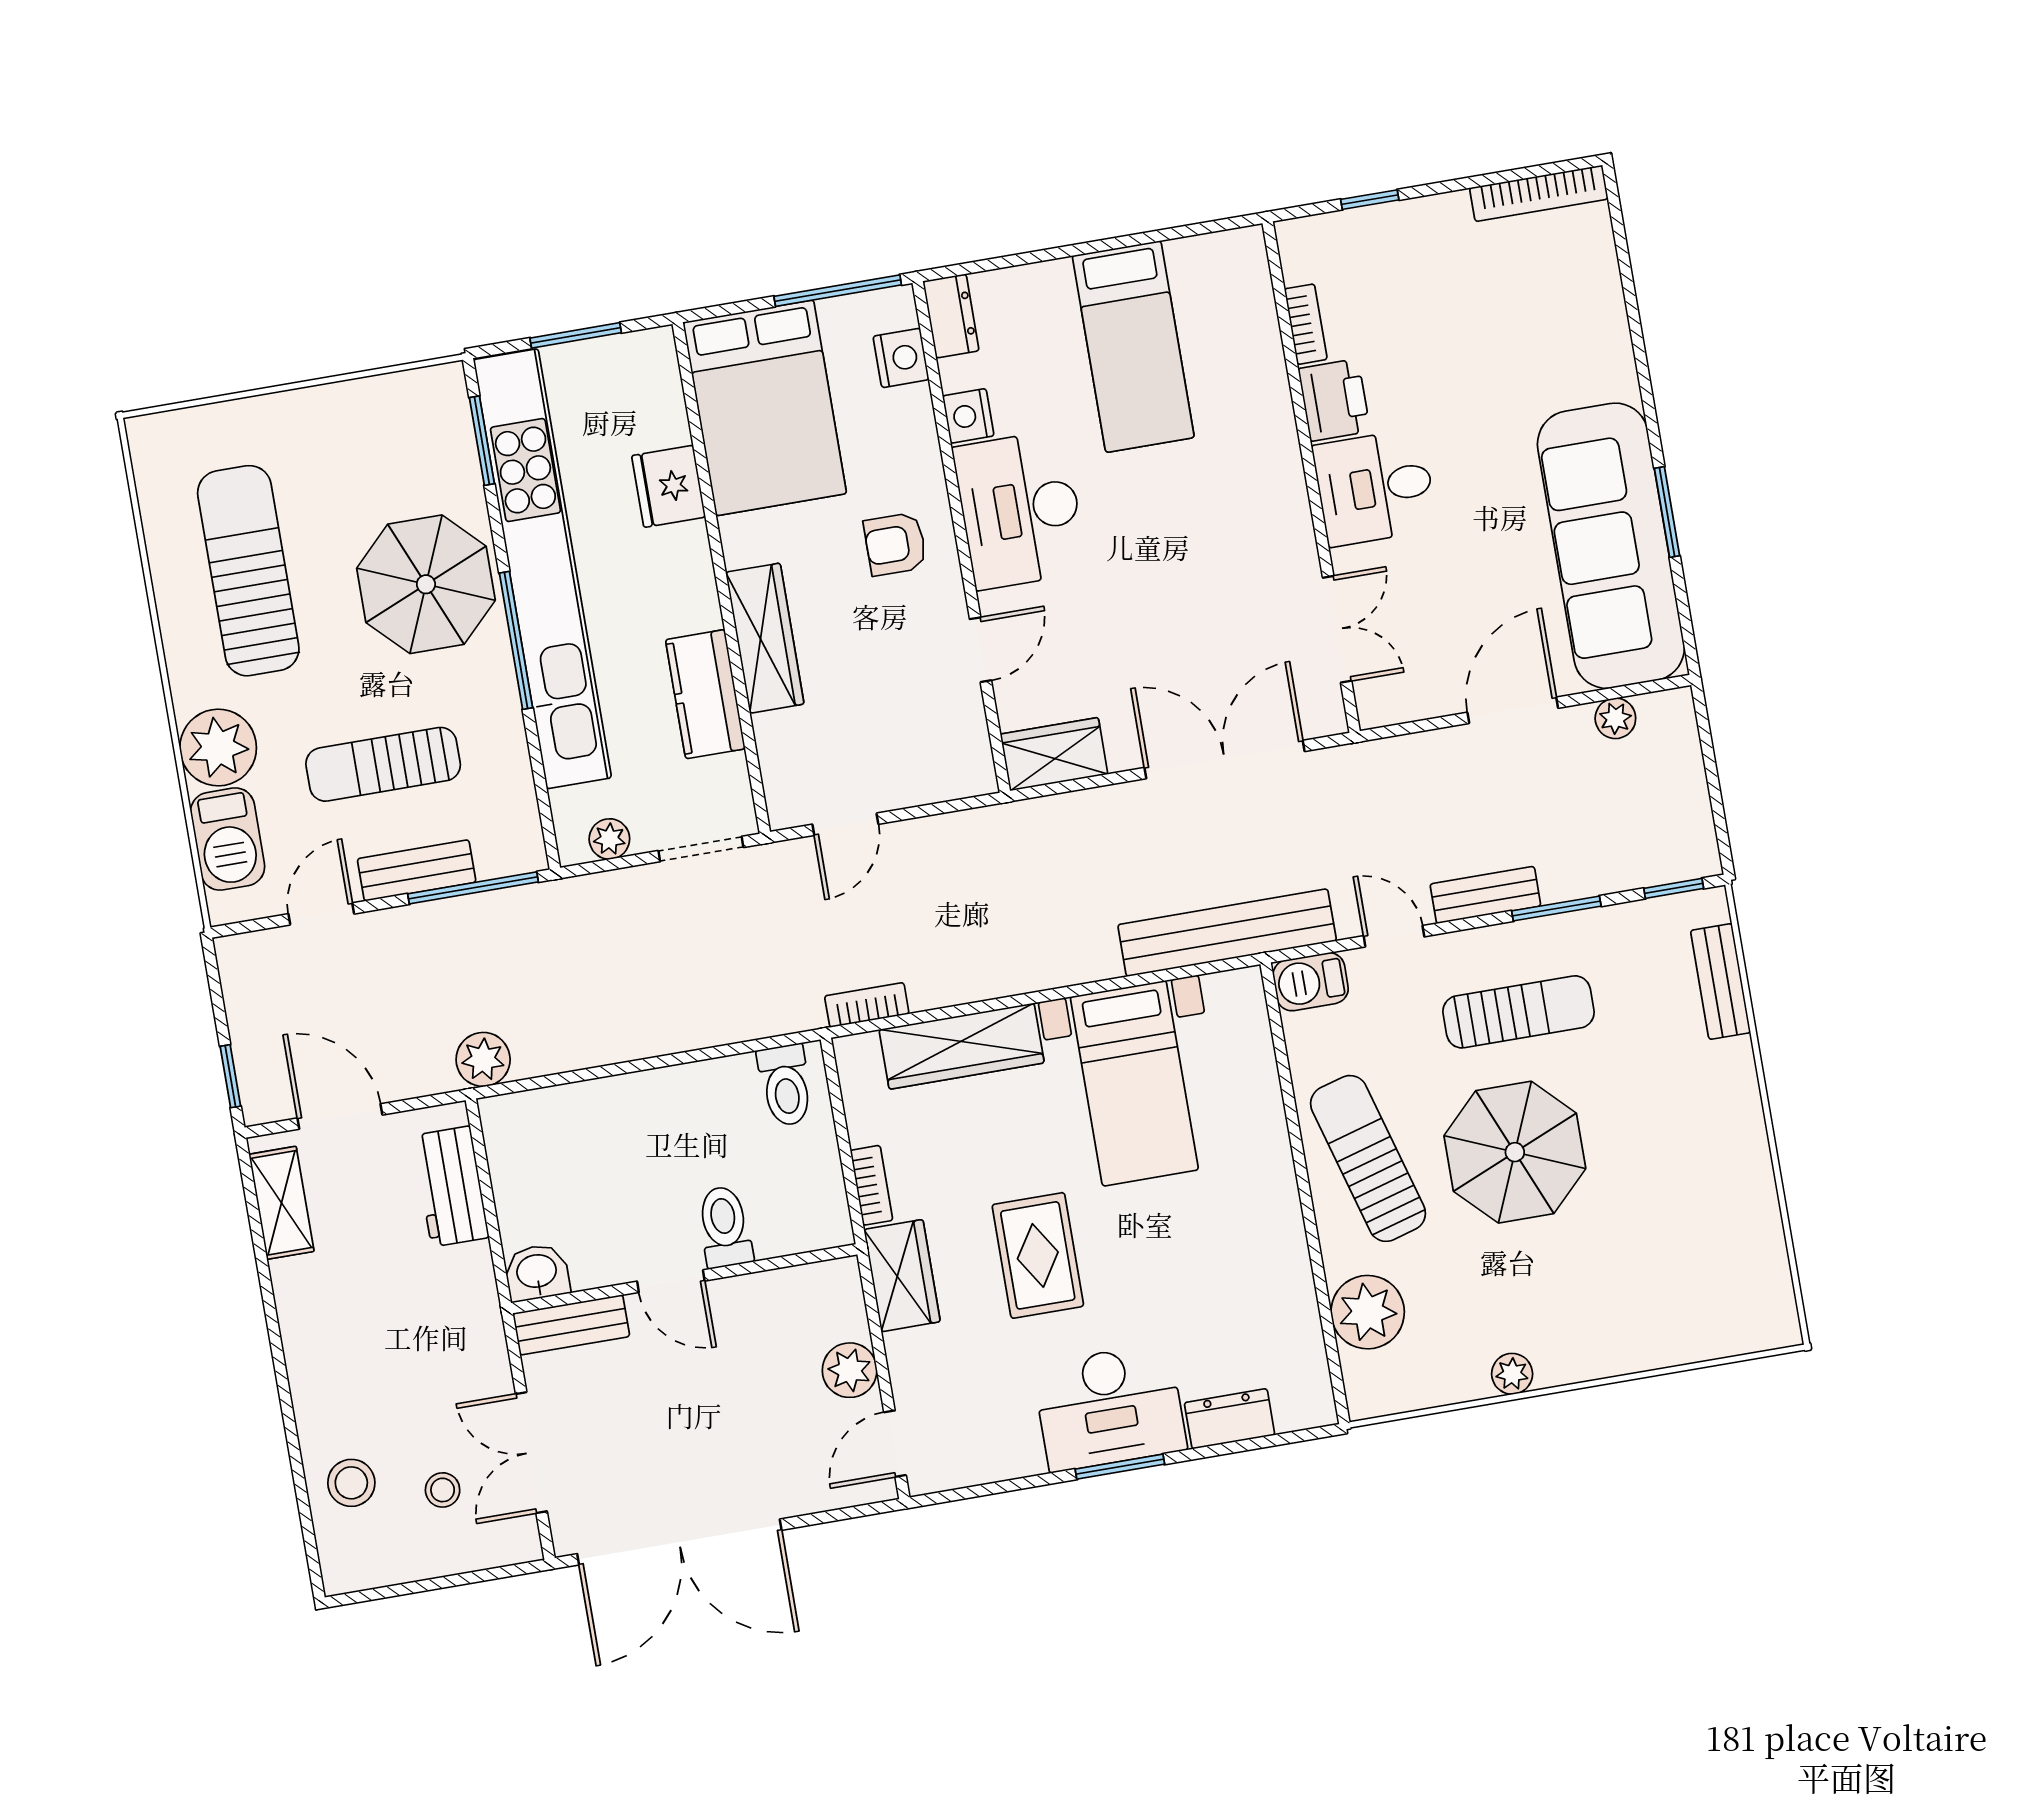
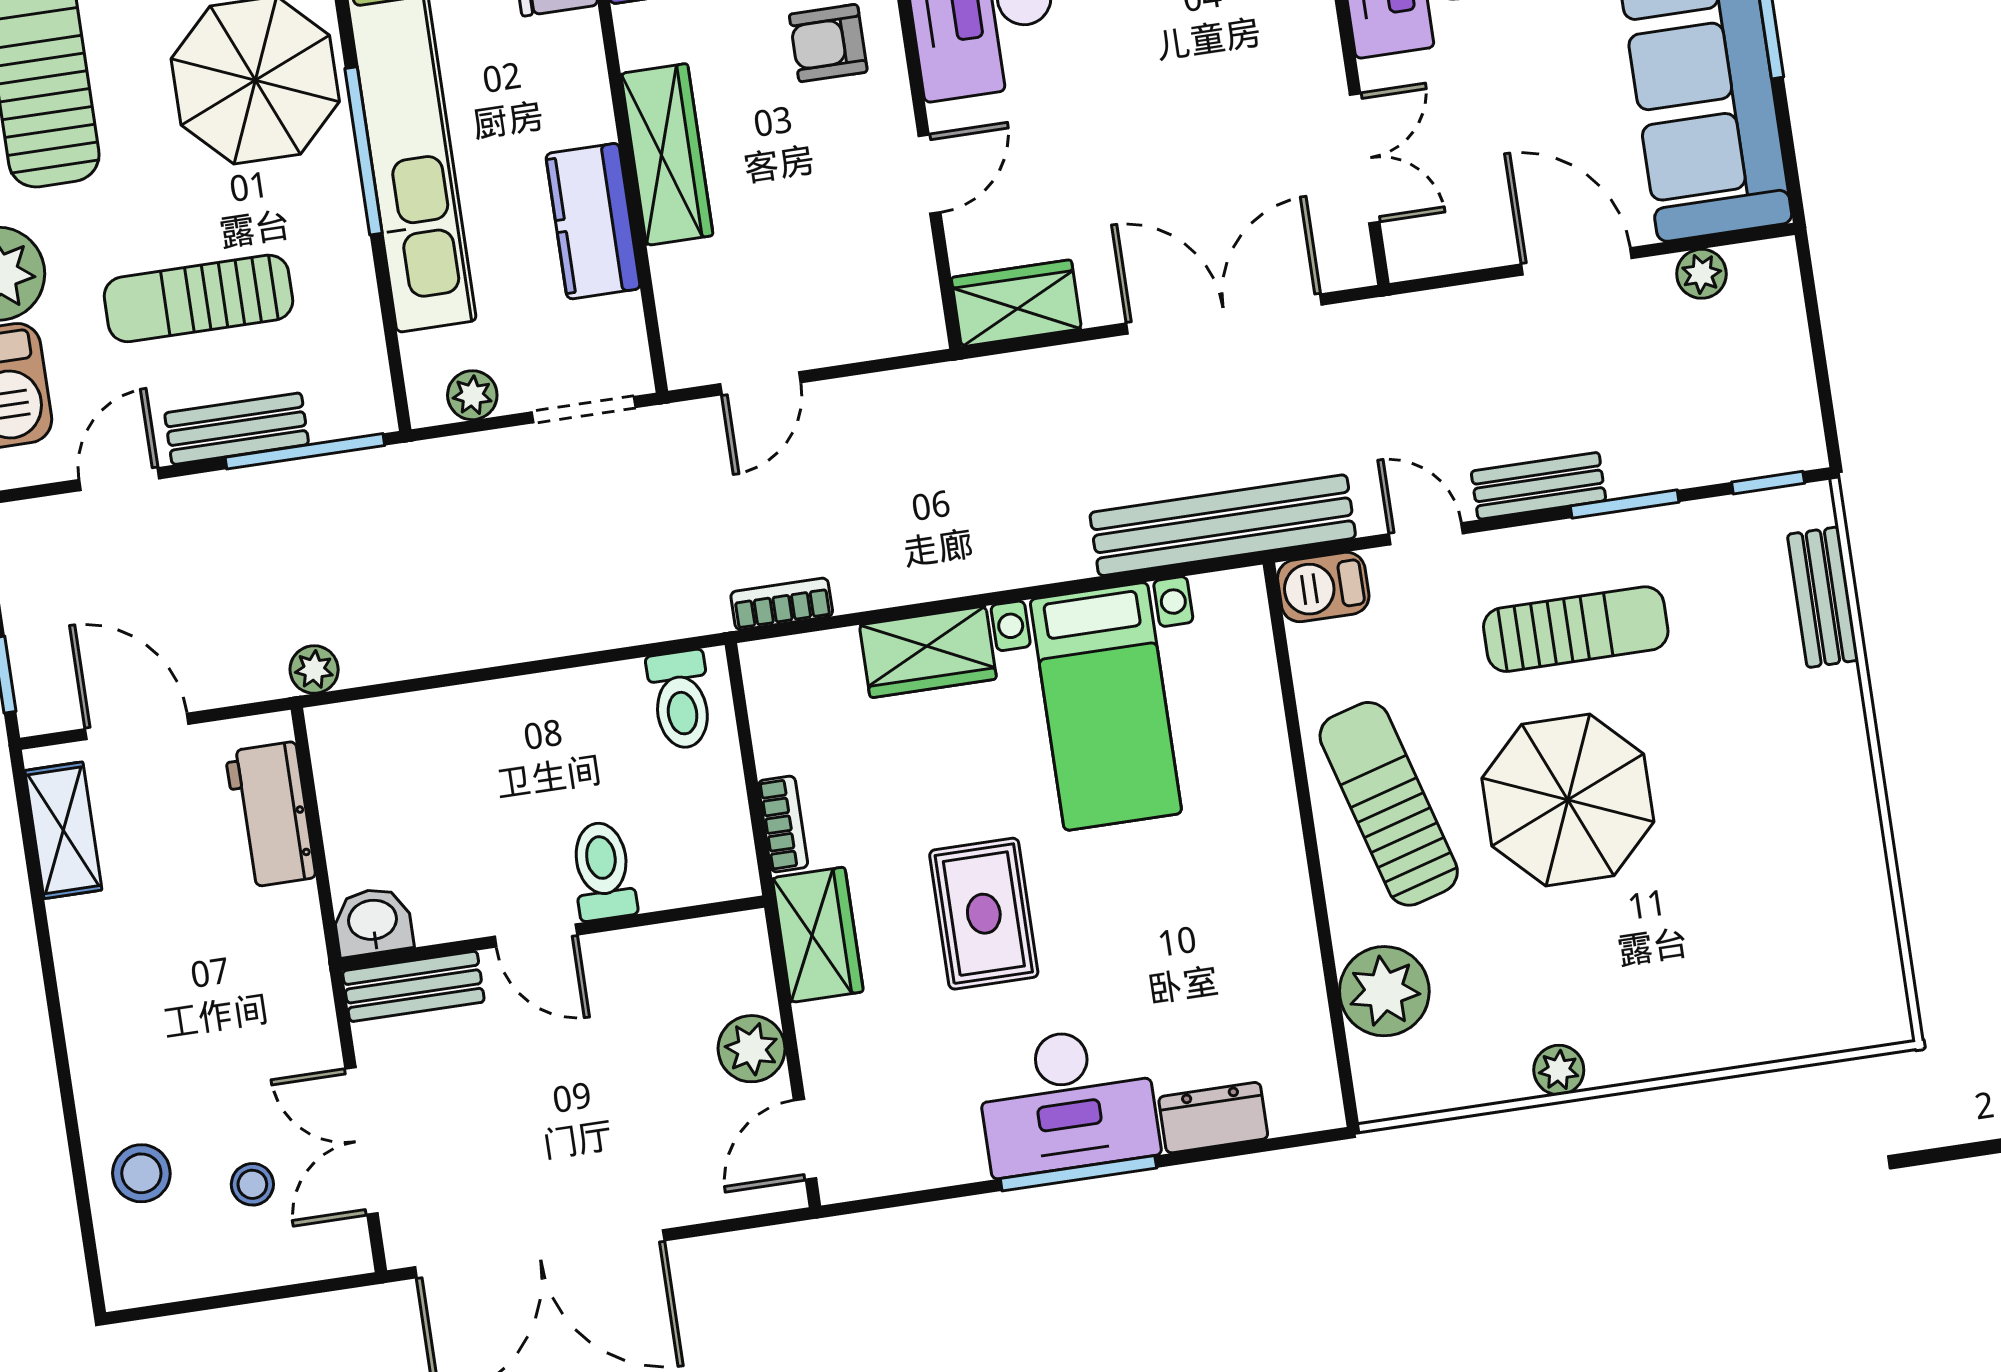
door: (1513, 710) -> (1576, 261), hinge flipped
wardrobe: (962, 1046) -> (928, 652), width x0.67
plant: (483, 1059) -> (314, 670), width x0.73, depth x0.73
window: (1120, 1467) -> (1078, 1173), width x1.44

